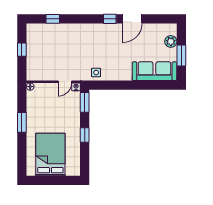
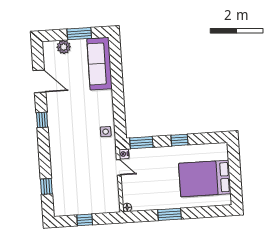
door: (132, 19) -> (39, 81), moved

